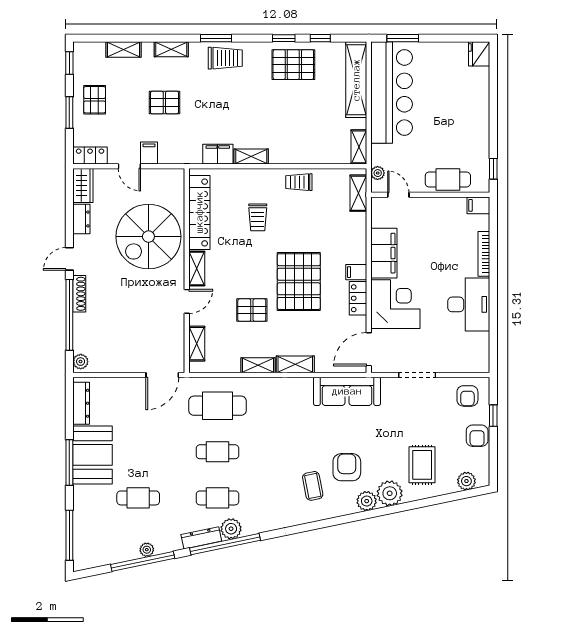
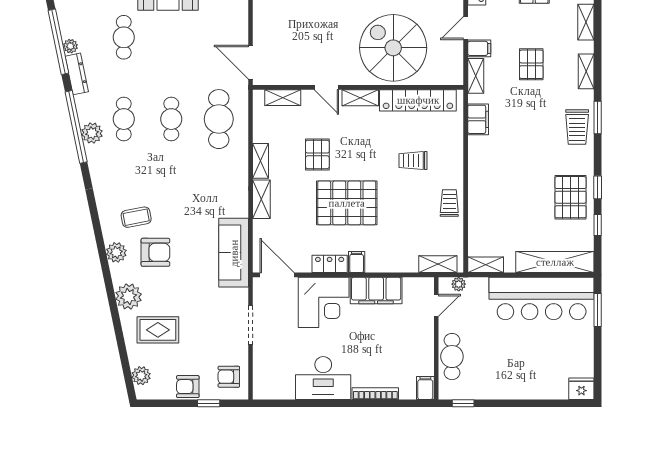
shelving: (251, 156) -> (476, 76), moved
plant: (367, 501) -> (116, 252), moved
dresser: (201, 538) -> (77, 74), moved

